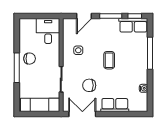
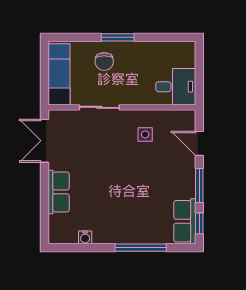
chair: (30, 59) -> (104, 62), moved
coffee table: (109, 60) -> (130, 183), removed
window: (17, 68) -> (118, 37), width x0.69
chair: (89, 85) -> (90, 152), removed
double door: (82, 114) -> (45, 141), swing flipped

